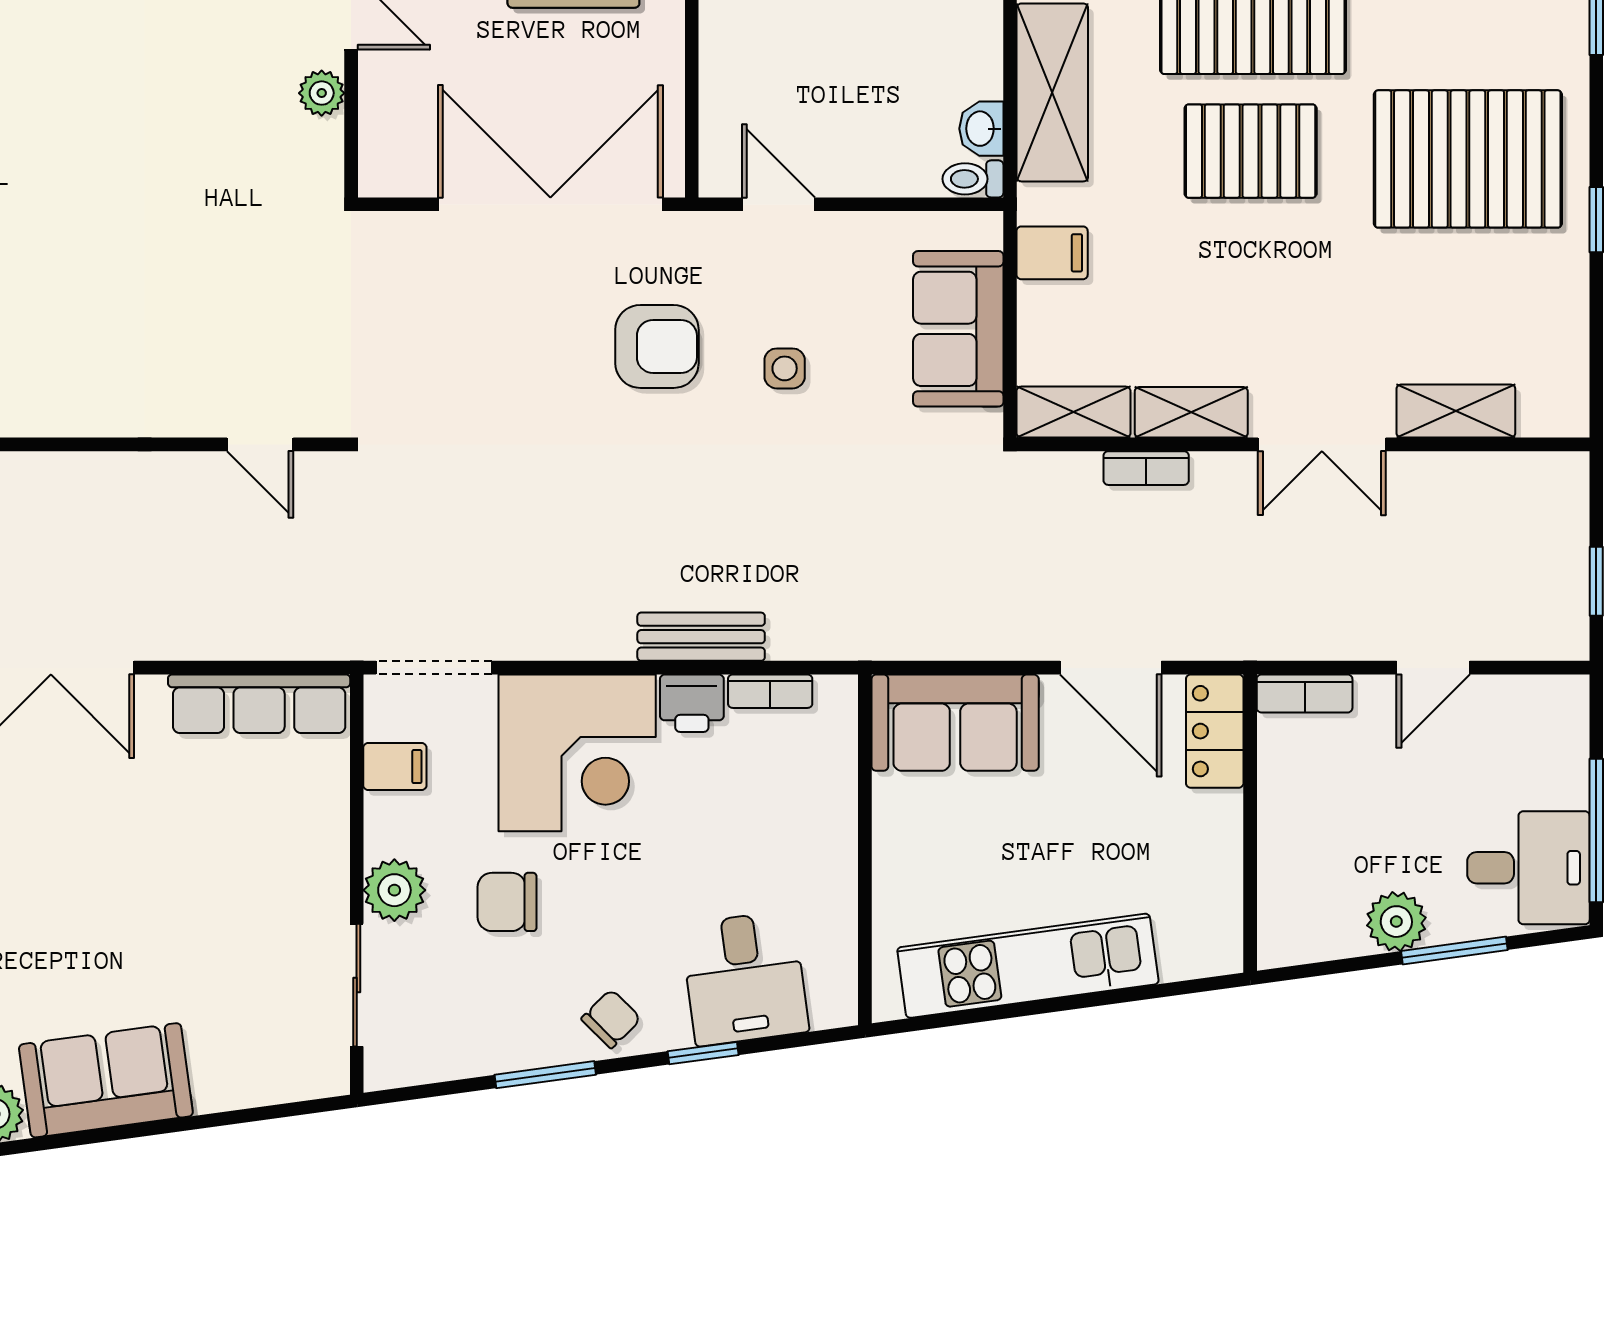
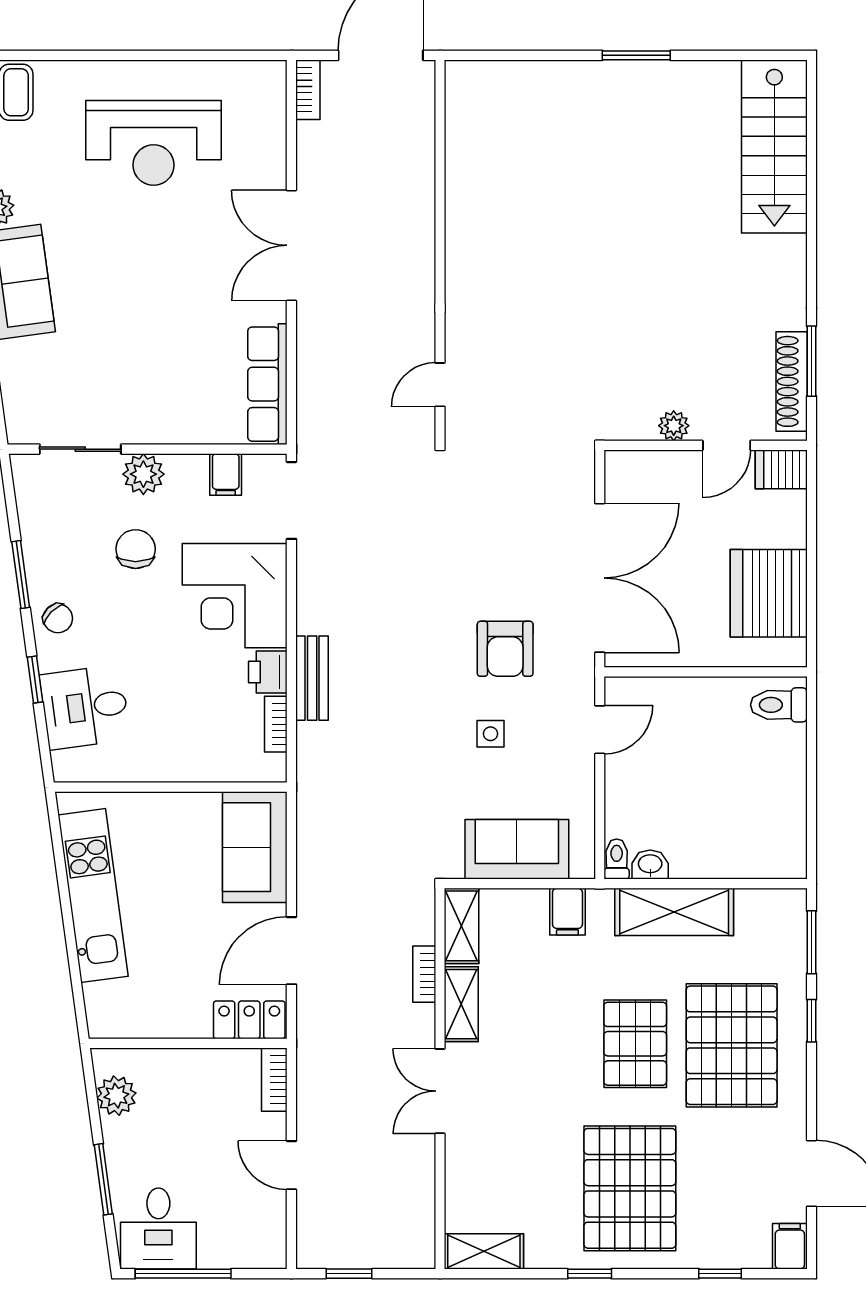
shelving: (1456, 411) -> (484, 1251), moved, turned 90
plant: (1396, 922) -> (116, 1096), moved

